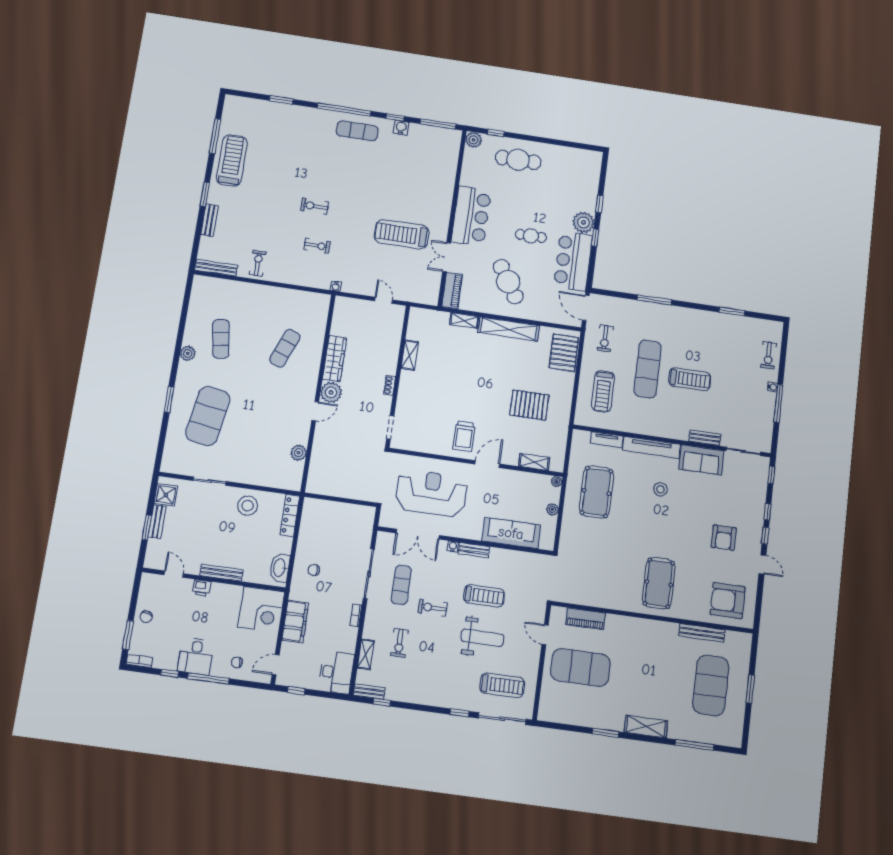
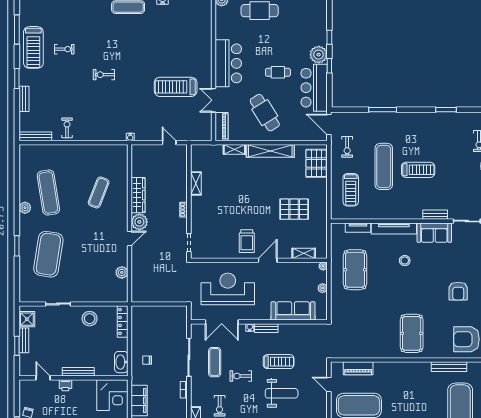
treadmill: (232, 160) -> (33, 47), turned 180
exercise bike: (317, 246) -> (64, 49), moved
exercise mat: (221, 339) -> (48, 192), width x1.36, depth x1.45

